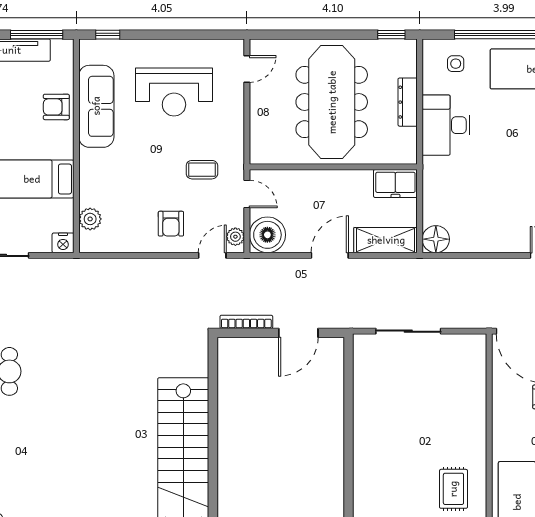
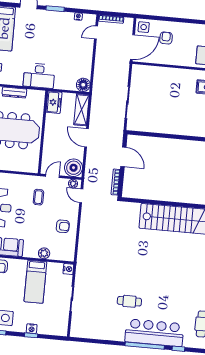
desk: (446, 125) -> (39, 76), moved
plant: (90, 219) -> (44, 253), moved
armchair: (171, 224) -> (63, 226), moved

